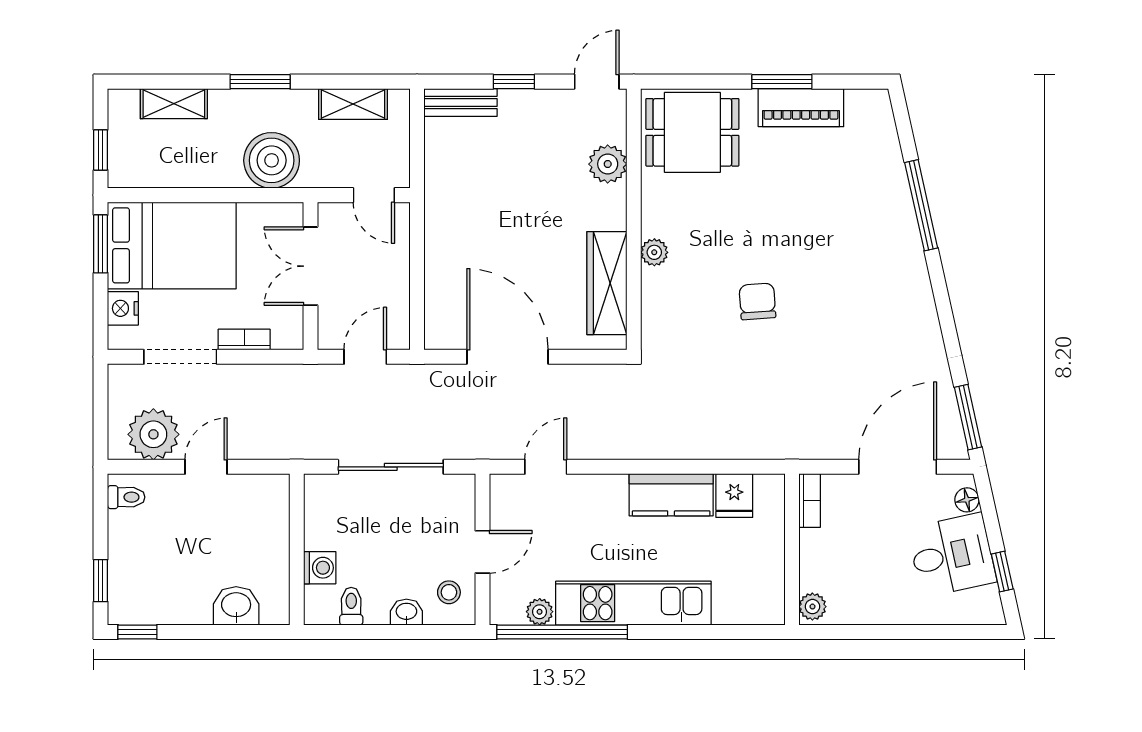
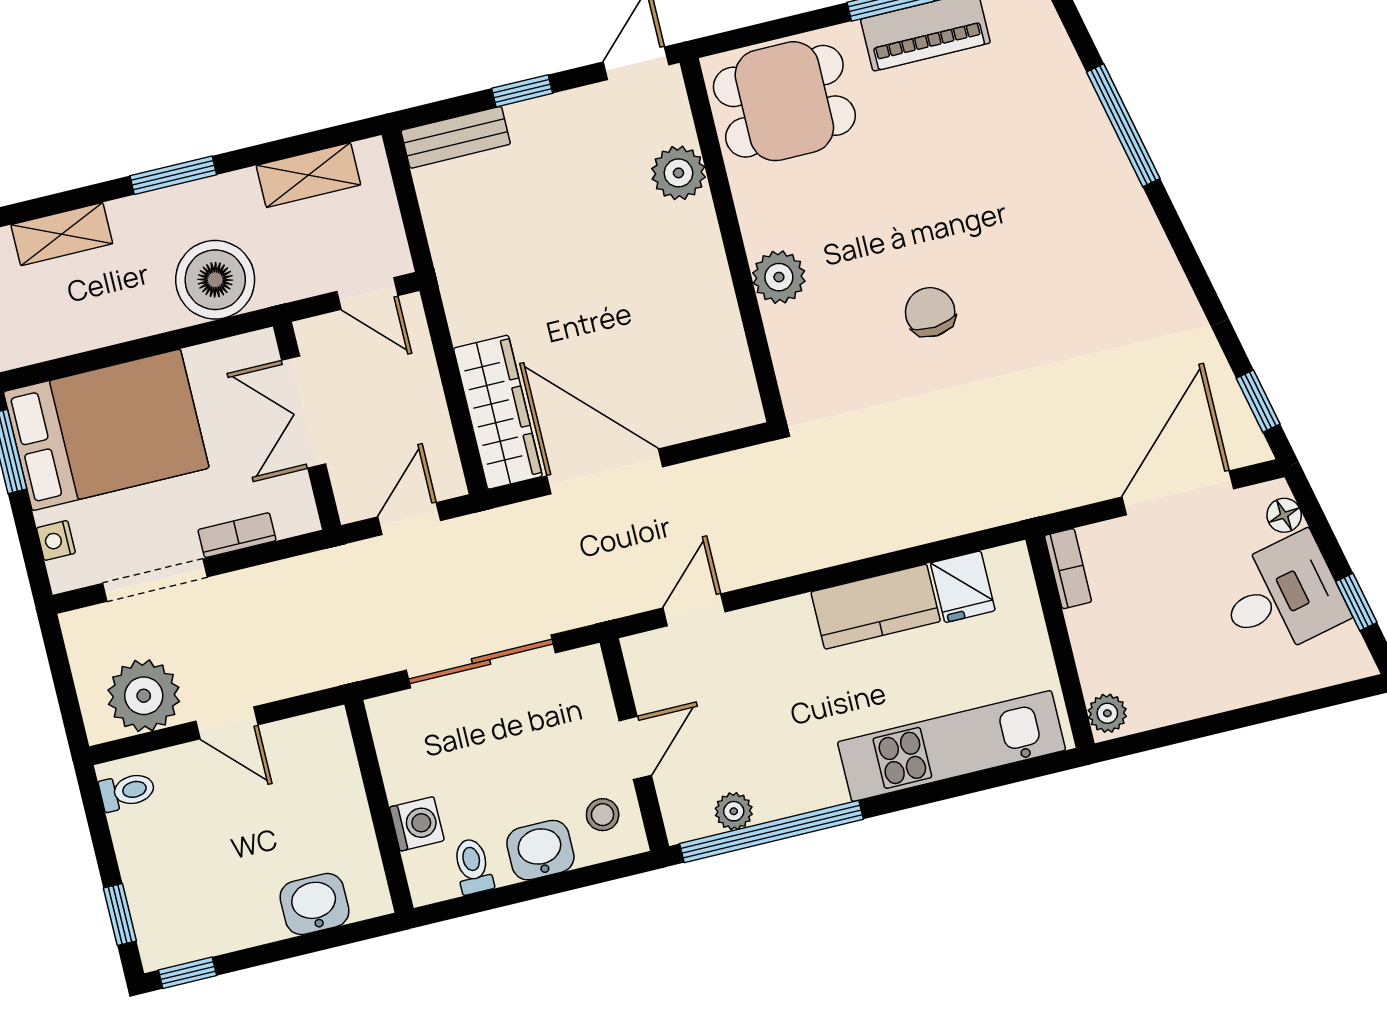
plant: (654, 252) -> (779, 277), width x1.38, depth x1.38
wardrobe: (607, 283) -> (498, 412), moved, turned 180
nightstand: (123, 308) -> (56, 540), width x0.72, depth x0.74
window: (968, 417) -> (1258, 401), width x0.67
door: (206, 467) -> (227, 723), swing flipped
kitchen unit: (633, 603) -> (952, 746), moved
washbasin: (406, 612) -> (540, 850), width x1.38, depth x1.45

